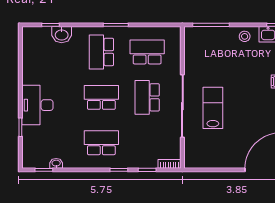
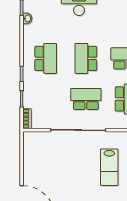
school desk: (101, 97) -> (86, 58), turned 180
lab bench: (213, 108) -> (109, 167), moved, turned 90

